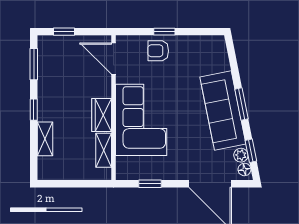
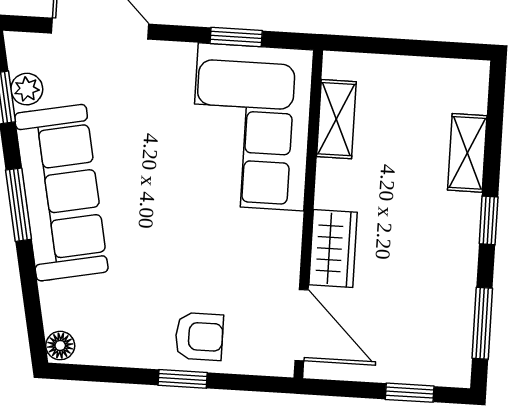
wardrobe: (102, 115) -> (333, 249), moved
corner sofa: (141, 120) -> (251, 127), moved
floor lamp: (244, 169) -> (60, 346), moved

